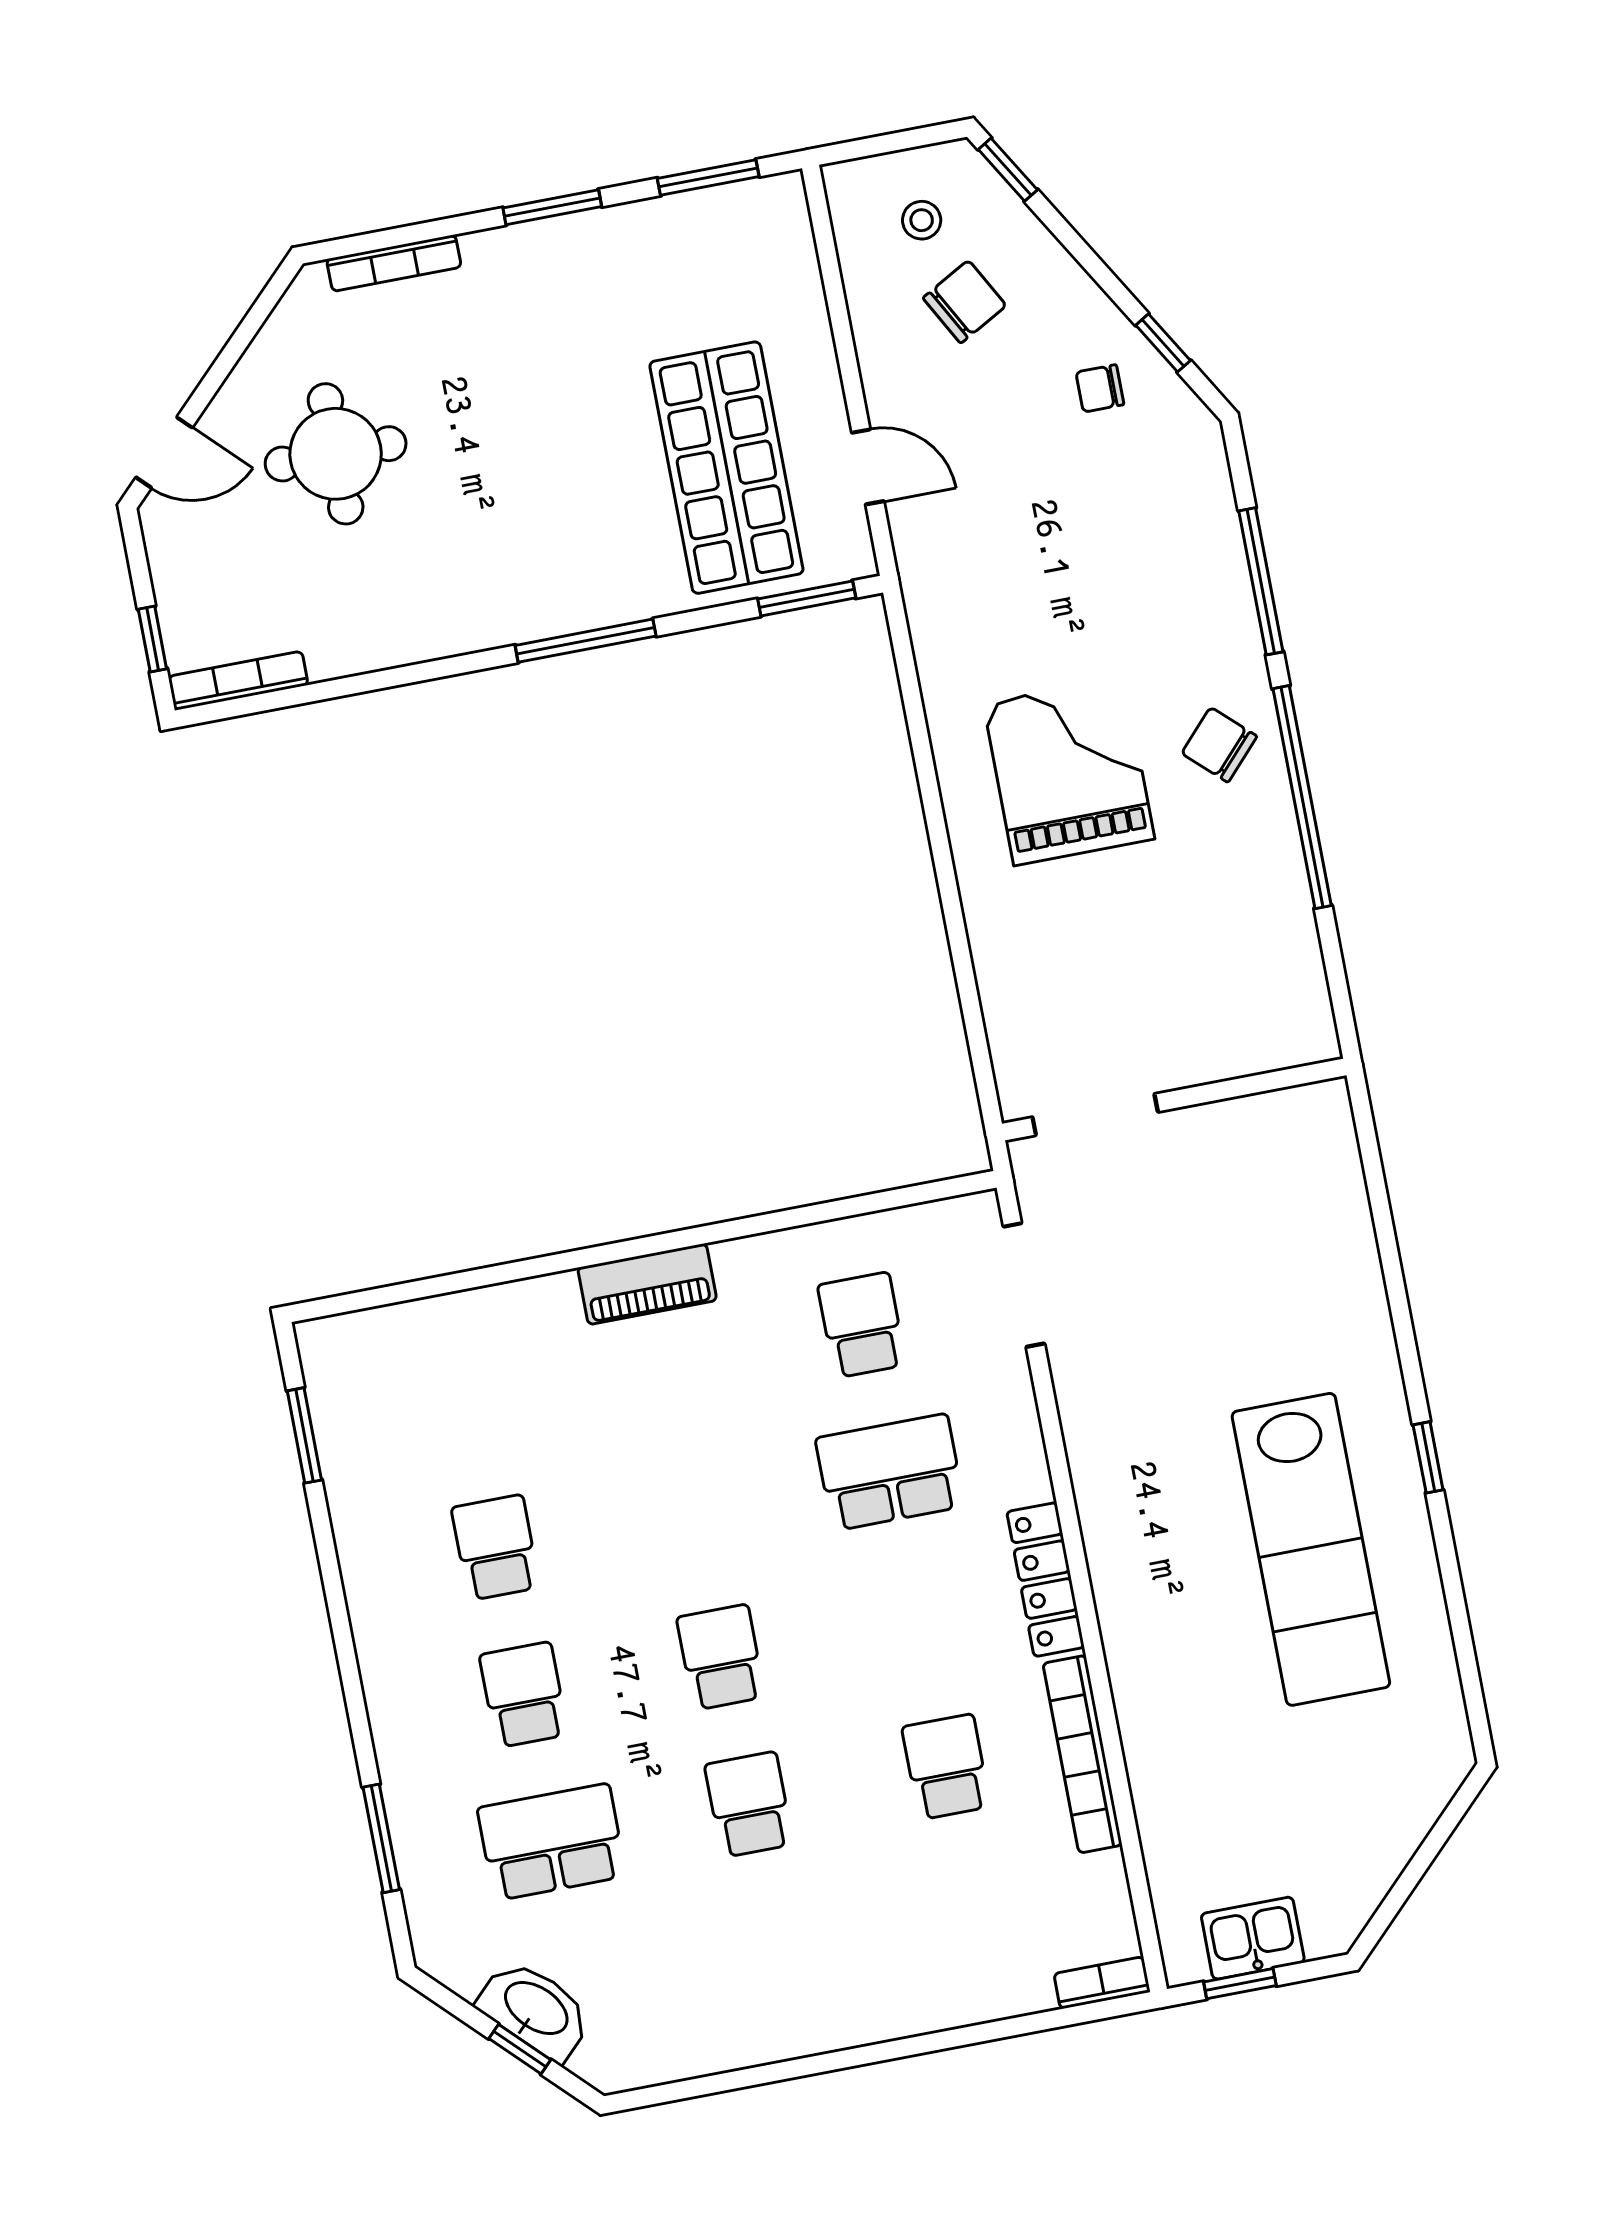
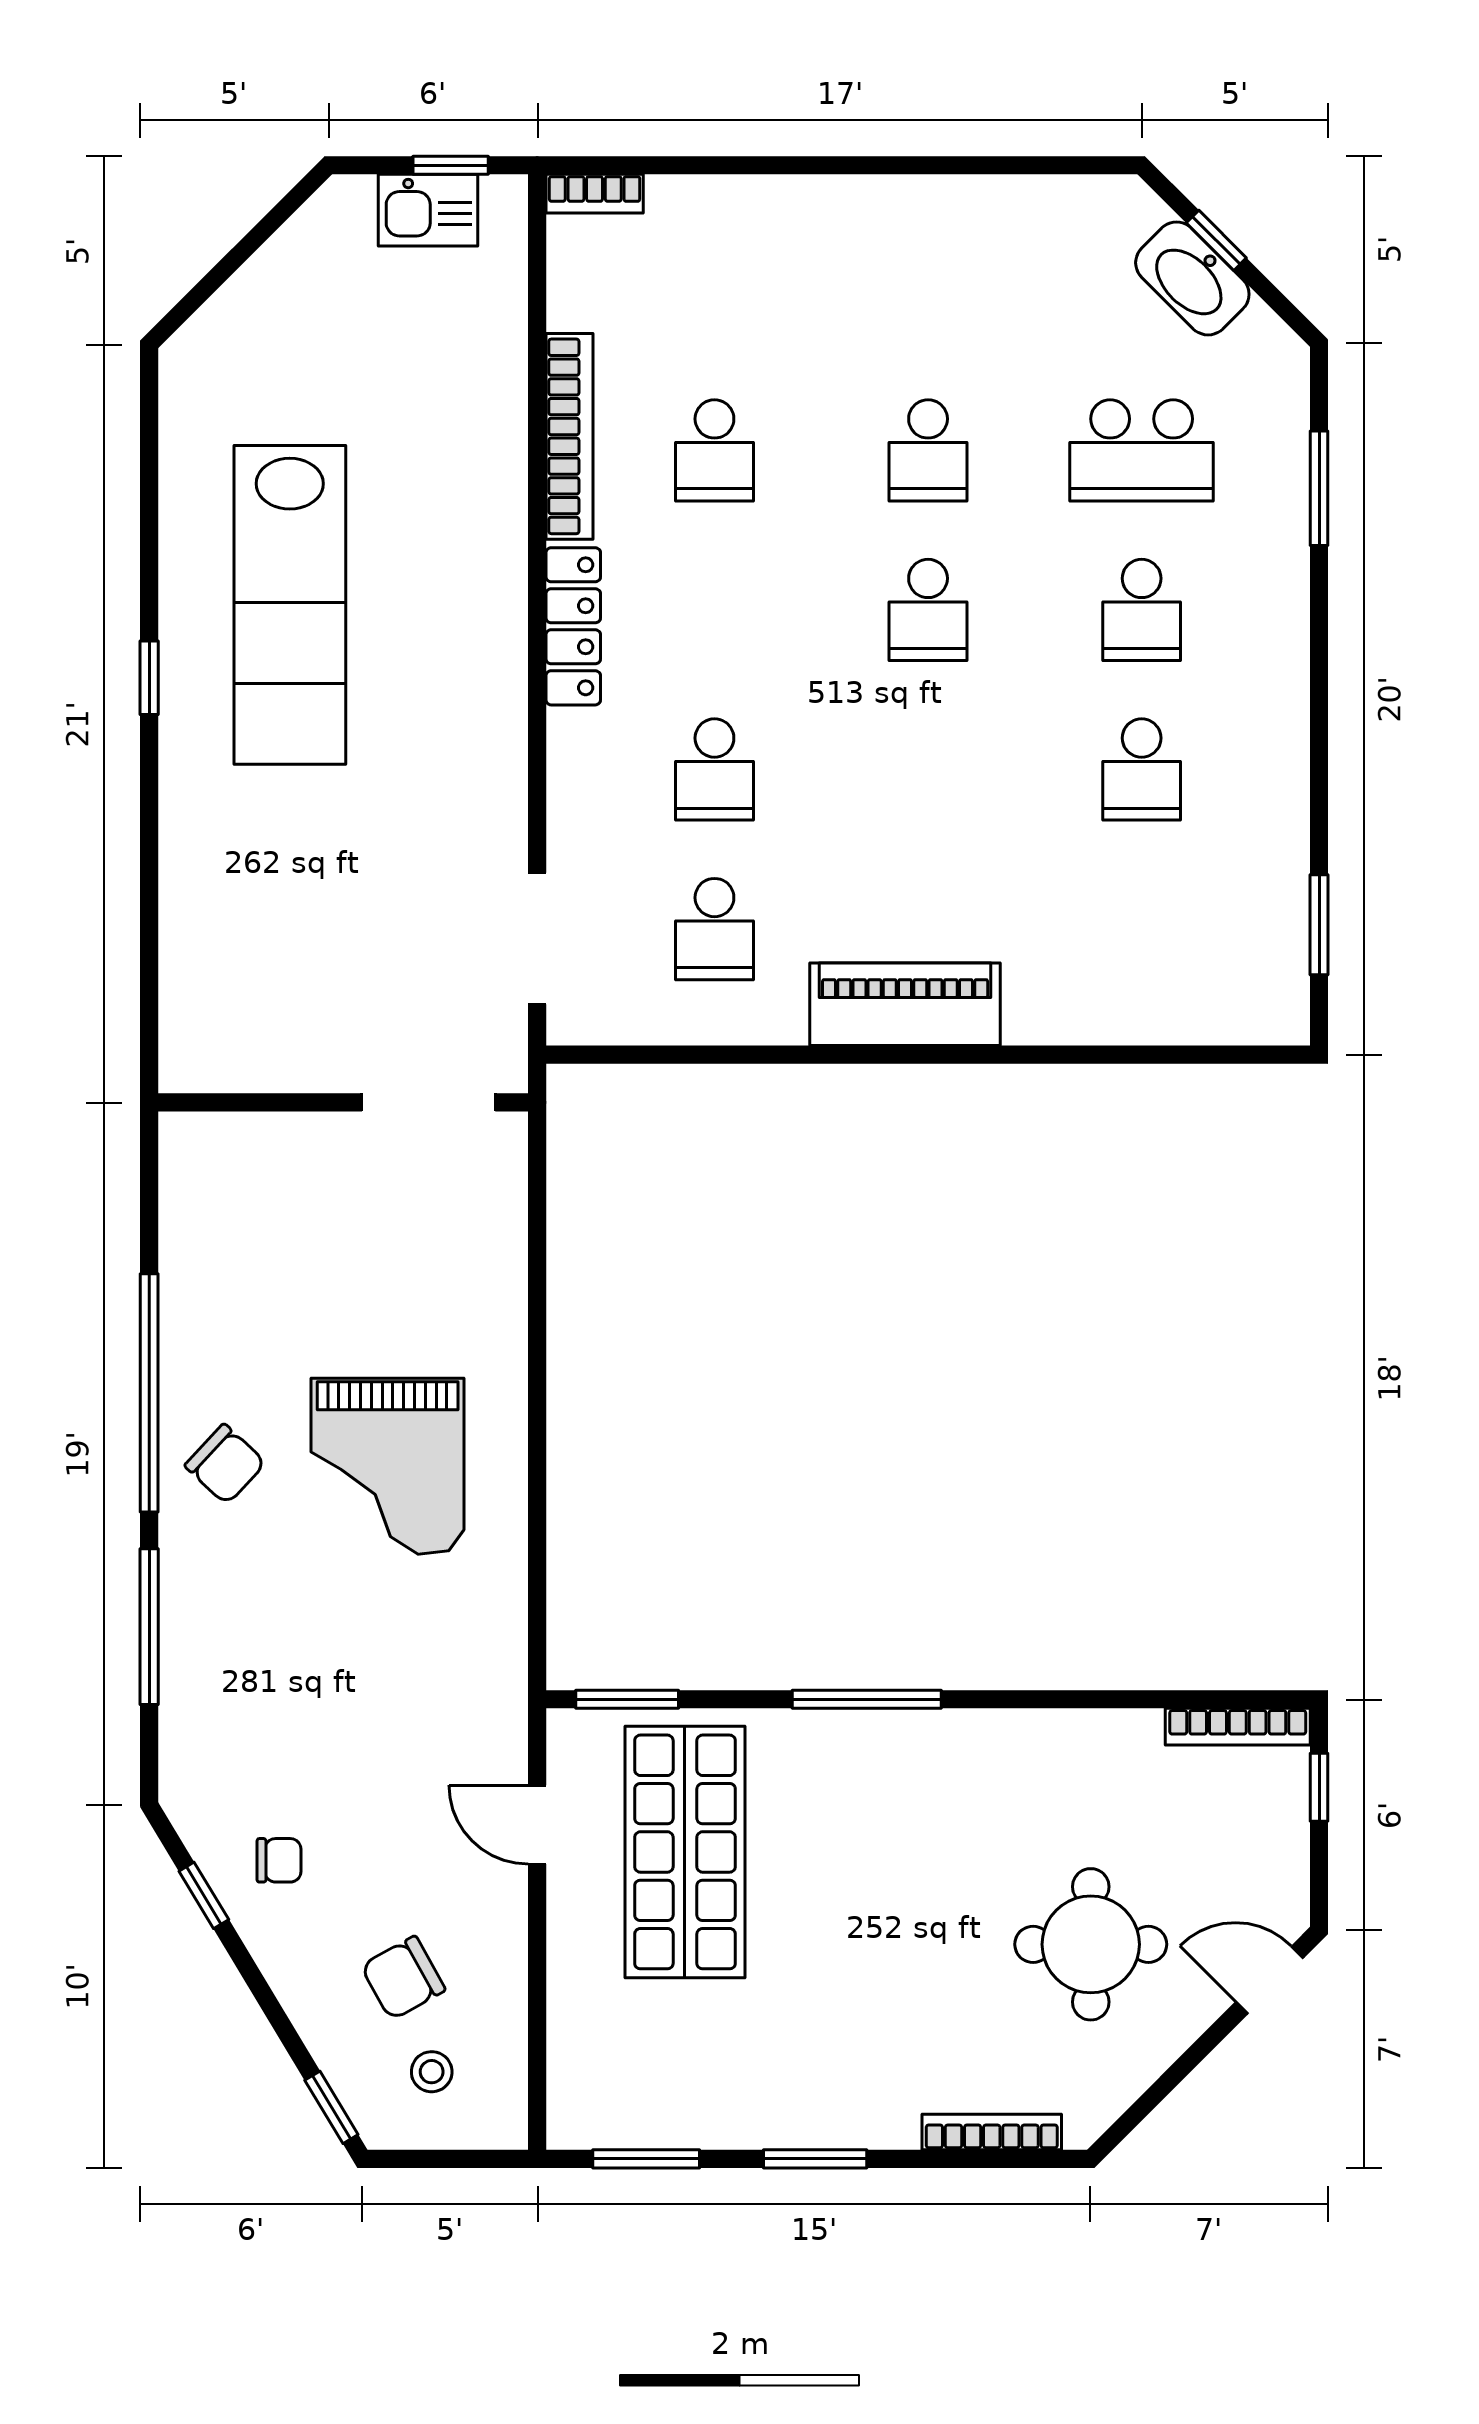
piano: (647, 1284) -> (905, 1004), width x1.37, depth x1.33
school desk: (890, 1472) -> (714, 769), width x0.54
lab bench: (1311, 1549) -> (290, 605), turned 180

